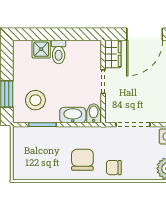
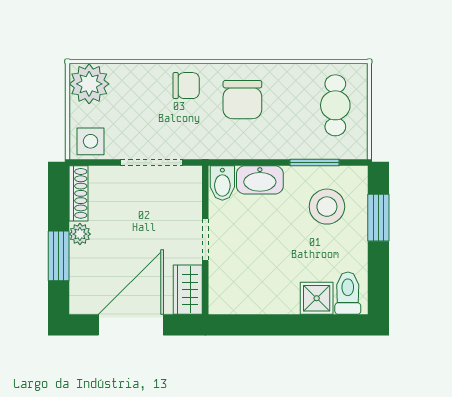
toilet: (59, 52) -> (348, 293), moved
cafe table: (31, 157) -> (335, 105), added

